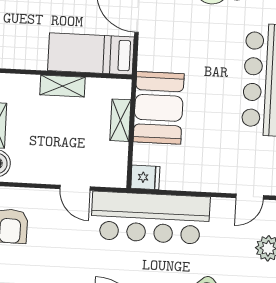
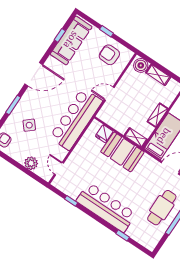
shelving: (120, 120) -> (136, 138), moved
fridge: (145, 177) -> (104, 134), moved

